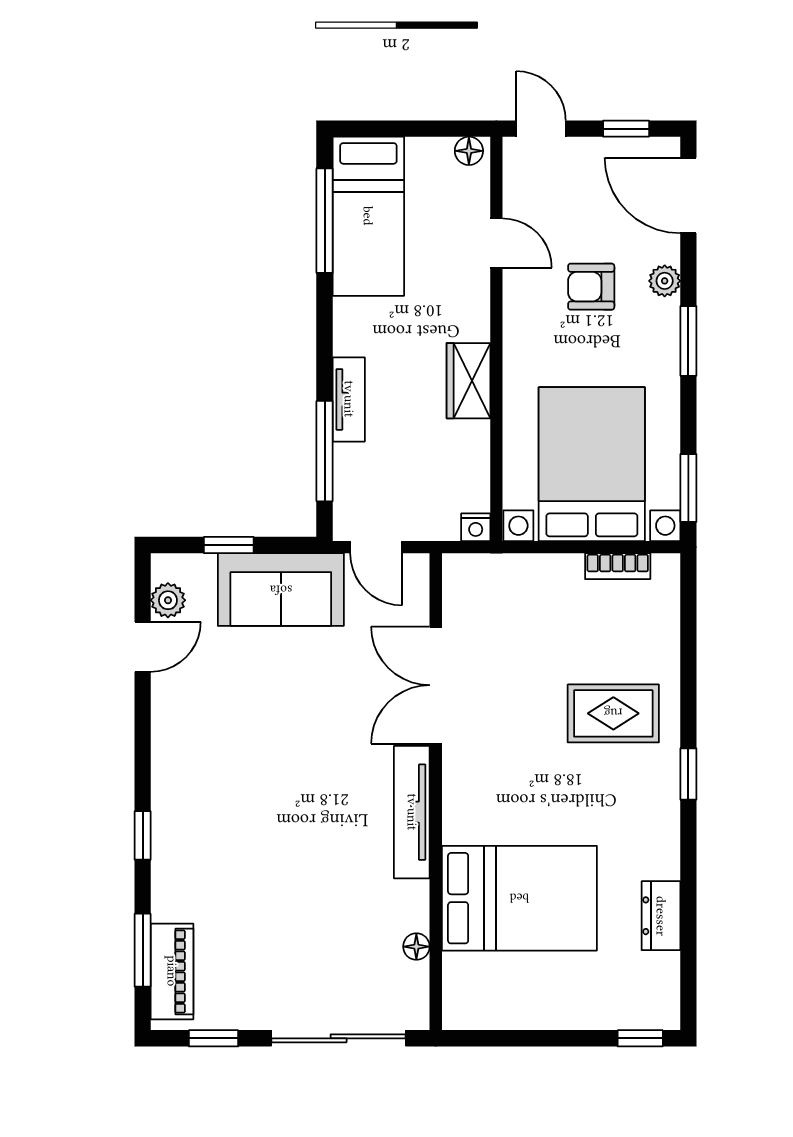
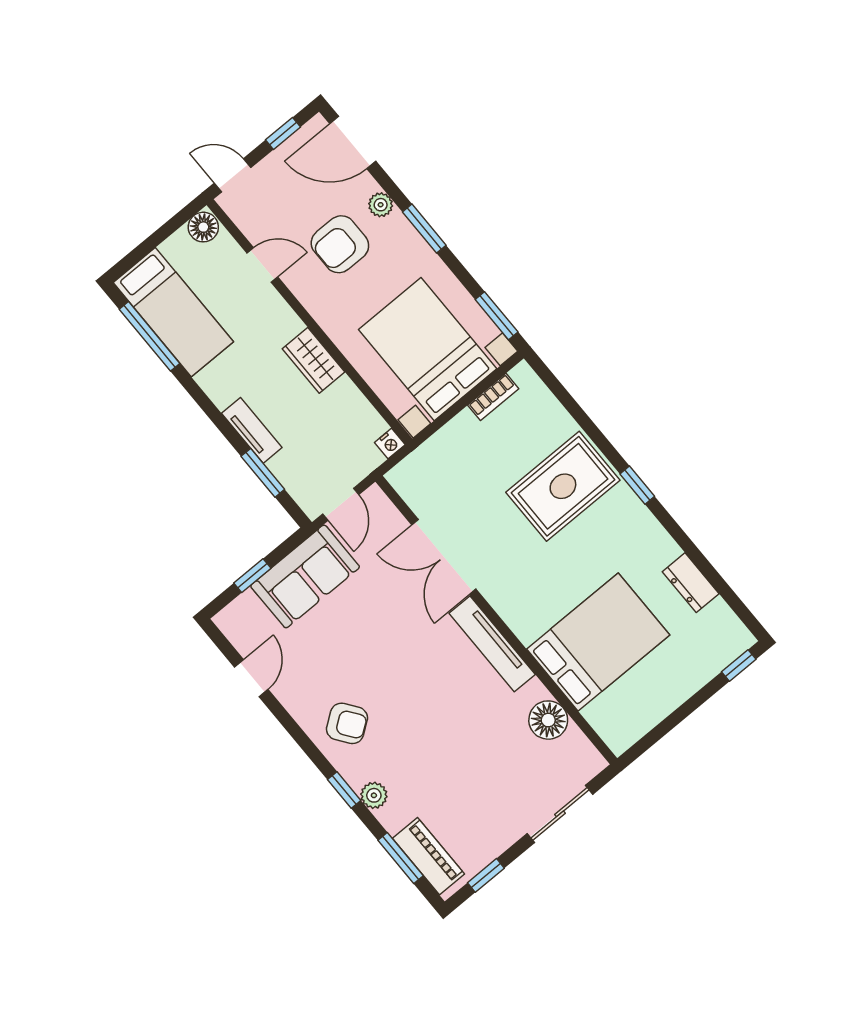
floor lamp: (469, 151) -> (203, 227), width x1.37, depth x1.37
armchair: (591, 287) -> (340, 244), width x1.38, depth x1.38
window: (325, 451) -> (263, 473), width x0.69
door: (376, 547) -> (341, 504), hinge flipped
plant: (168, 600) -> (374, 795), moved
rug: (613, 713) -> (563, 486), width x1.36, depth x1.43
armchair: (201, 771) -> (347, 723), added
floor lamp: (416, 947) -> (548, 720), width x1.89, depth x1.89
sliding door: (339, 1038) -> (560, 814), width x0.73

